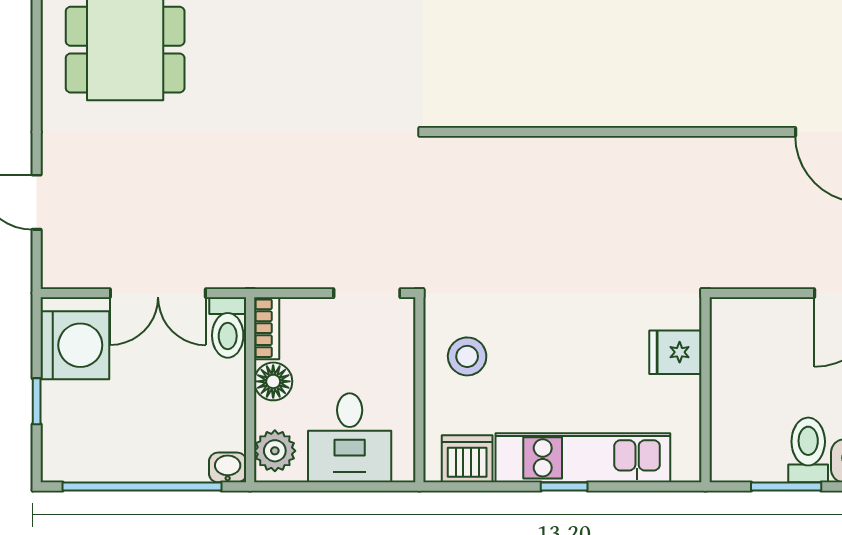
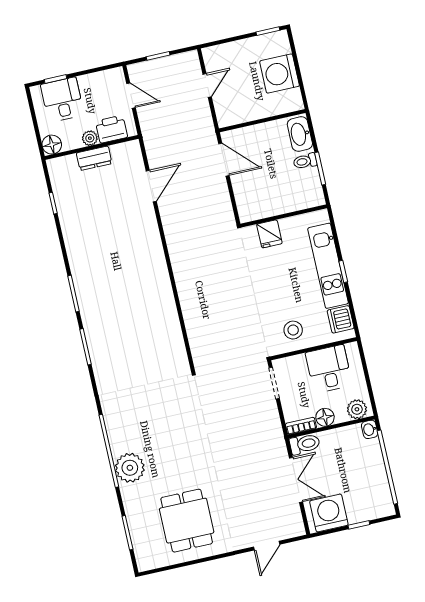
desk: (350, 438) -> (329, 369), moved, turned -90
toilet: (808, 450) -> (305, 161), width x0.73, depth x0.72

